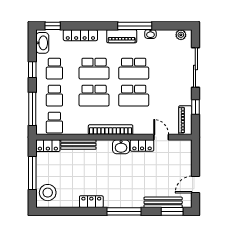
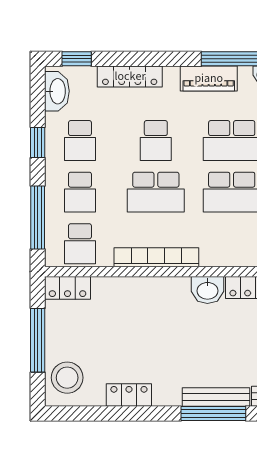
school desk: (94, 69) -> (156, 141), width x0.54
bookcase: (111, 130) -> (156, 257), moved
bench: (78, 145) -> (216, 397), moved
locker: (91, 202) -> (129, 395), moved

